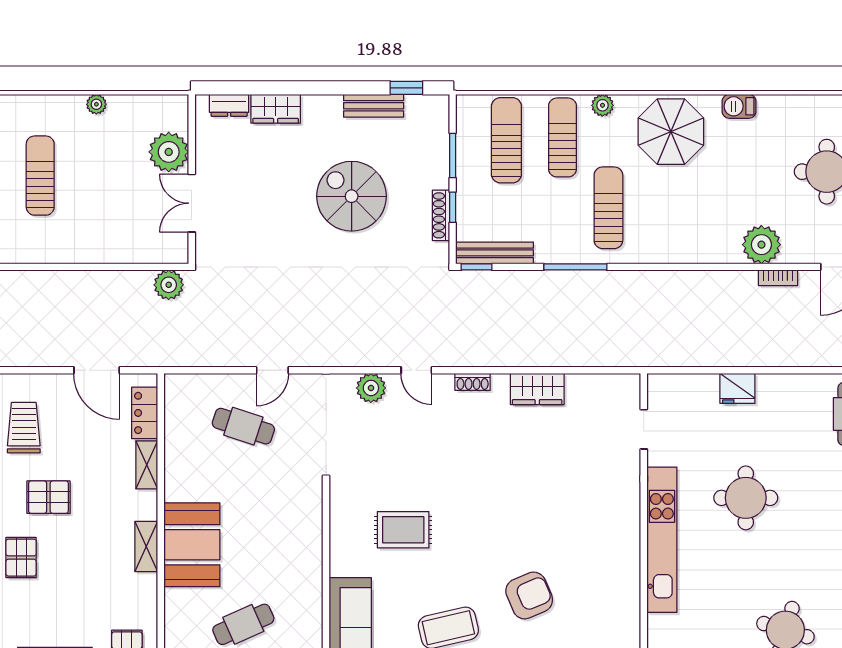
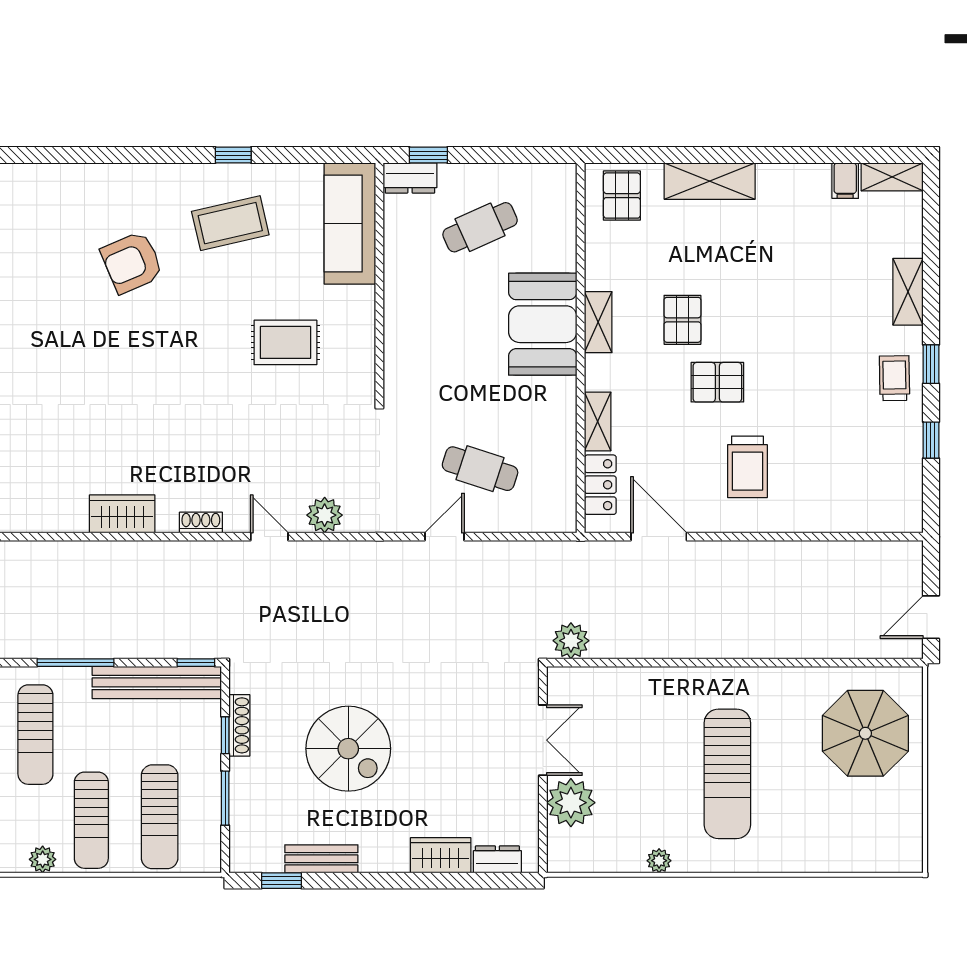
sun lounger: (40, 176) -> (727, 774), width x1.36, depth x1.34
bench: (495, 253) -> (157, 682), width x1.37, depth x1.21
pallet: (21, 558) -> (682, 320), moved

